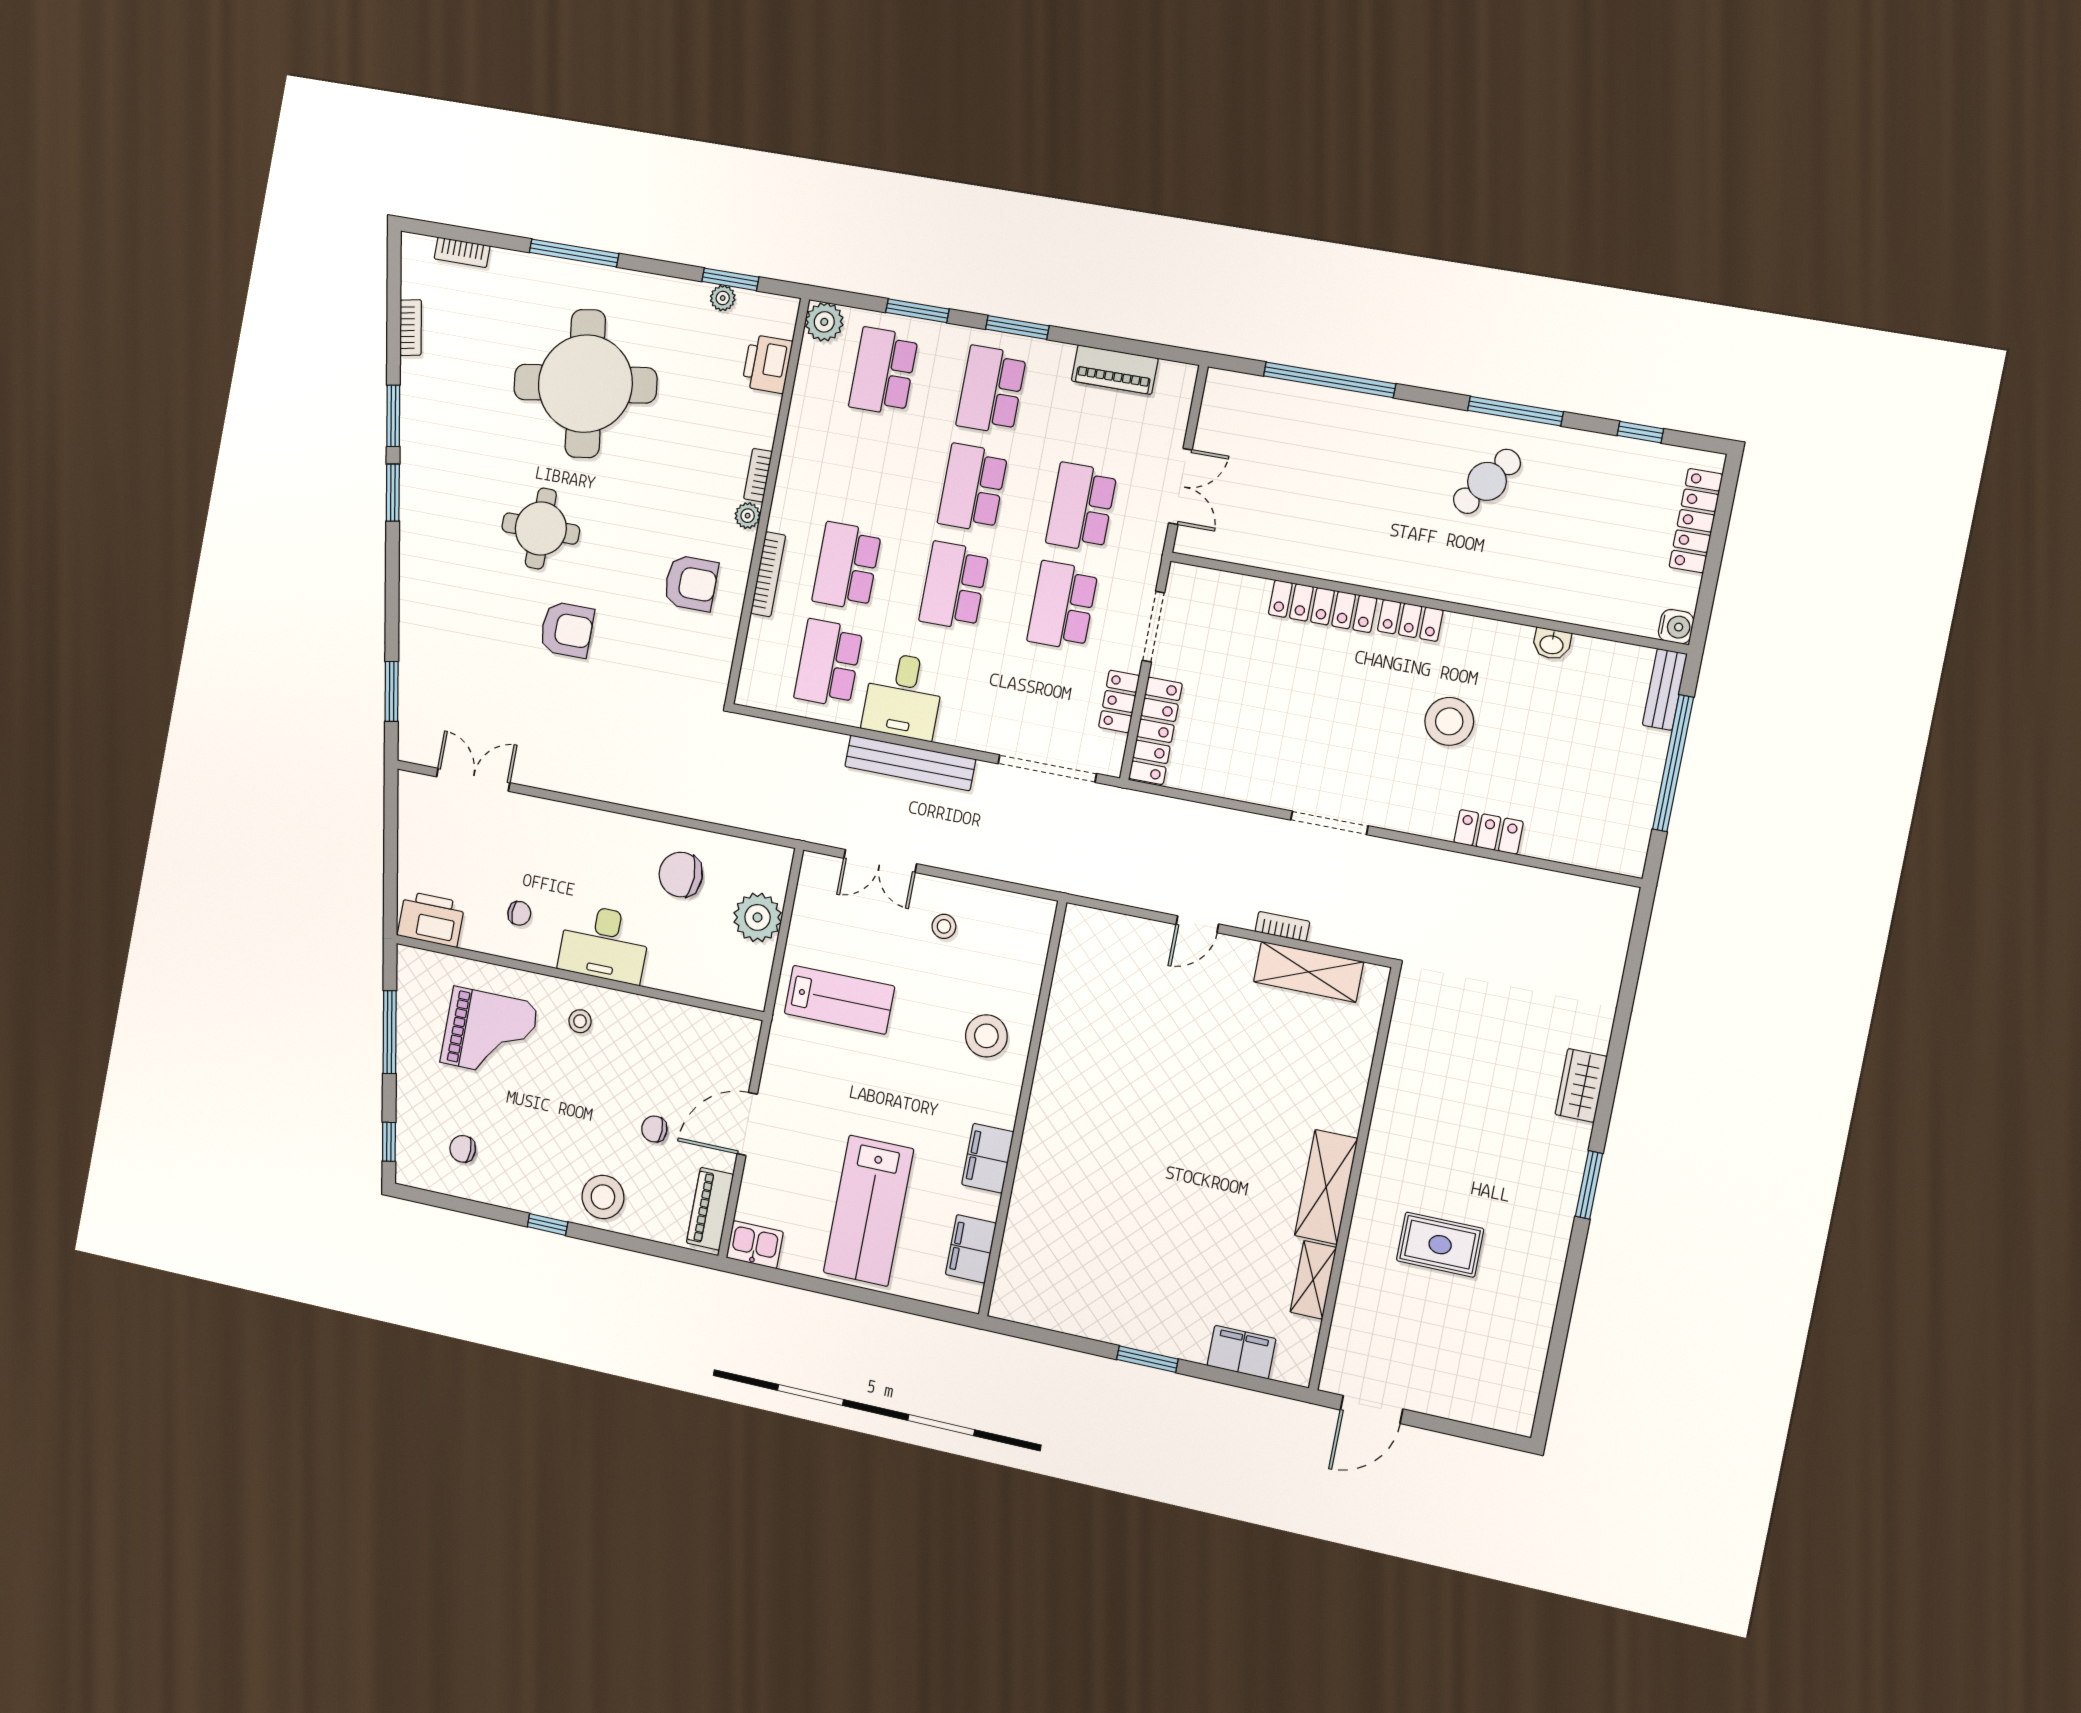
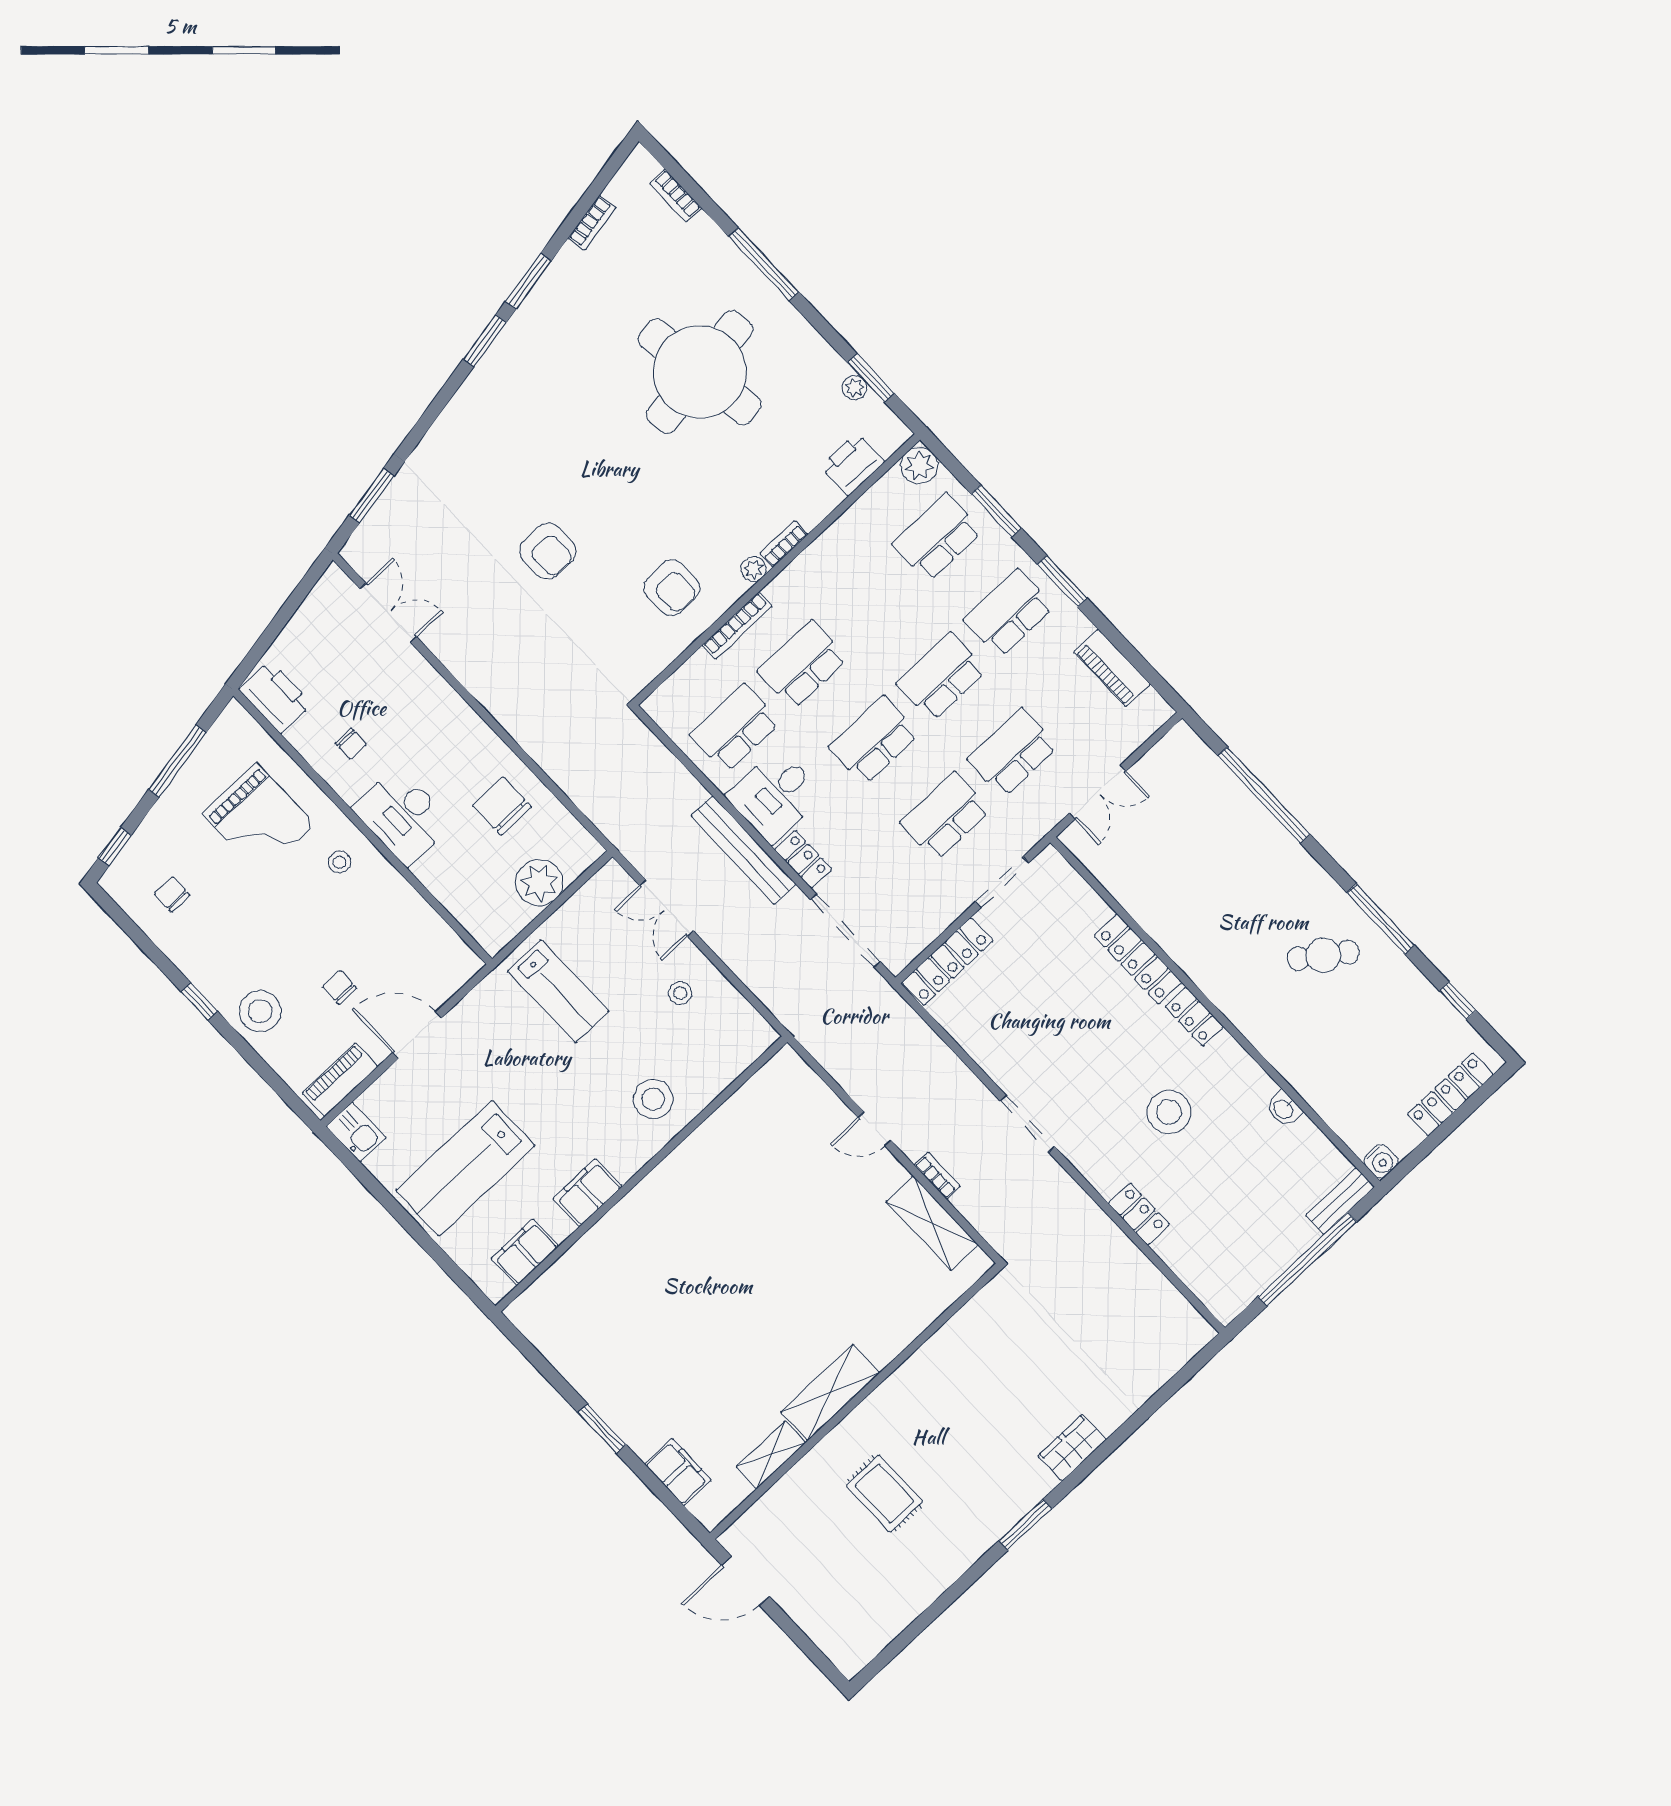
round table: (541, 529) -> (583, 458), removed
locker: (1119, 701) -> (803, 859), moved, turned 90

